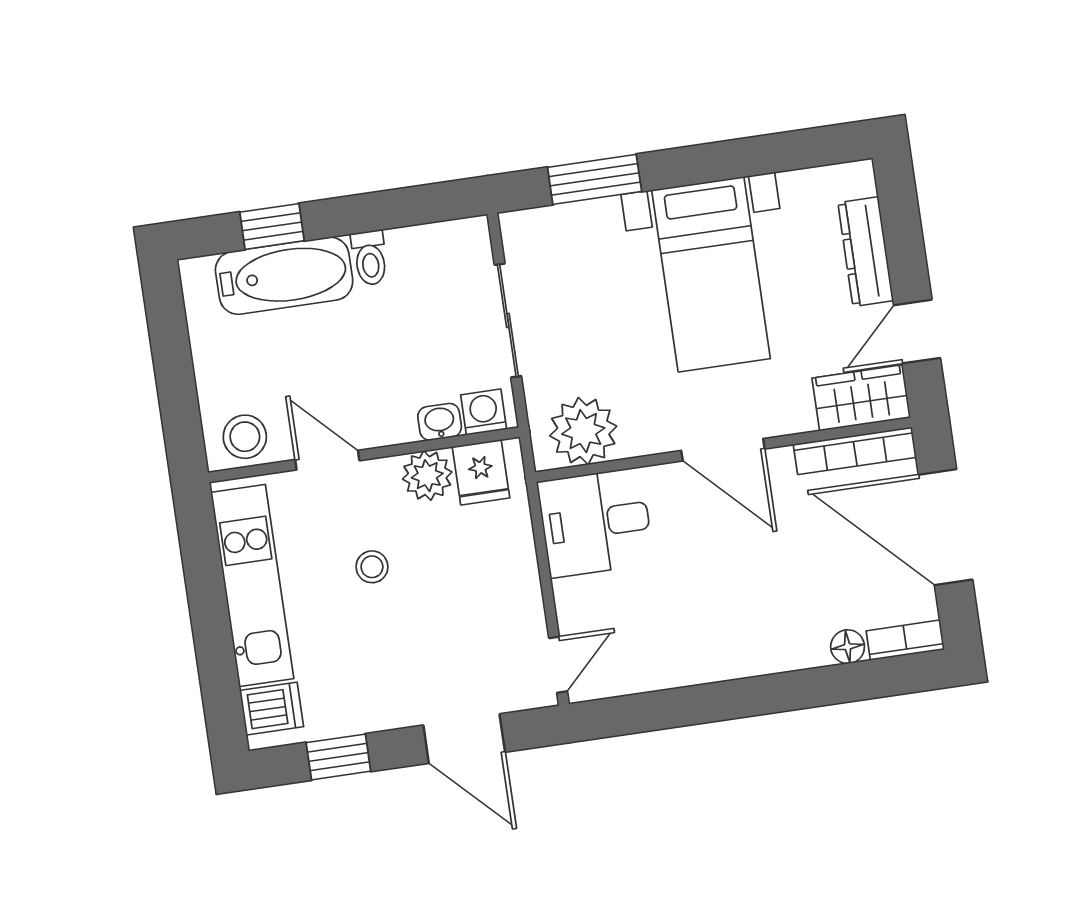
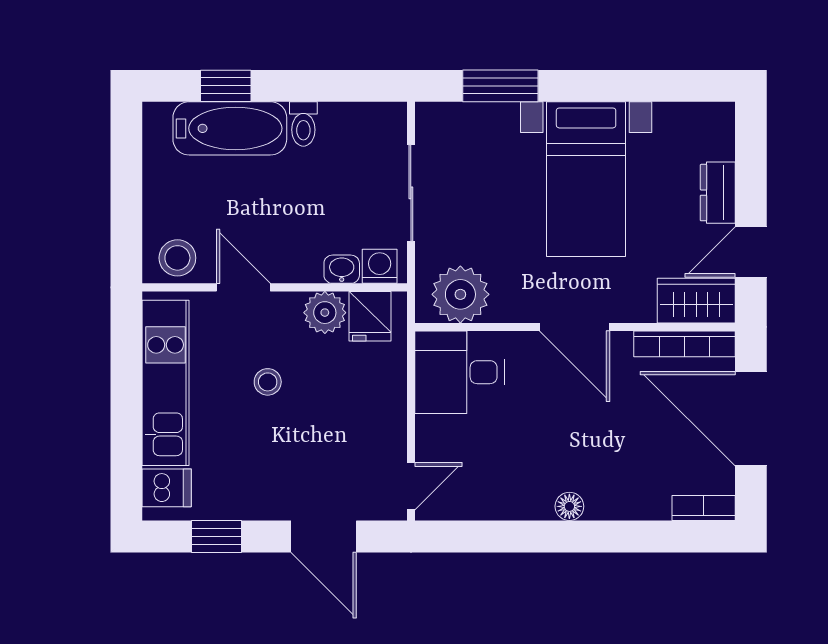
dresser: (866, 252) -> (718, 193), width x0.70
floor lamp: (848, 647) -> (569, 506), moved

